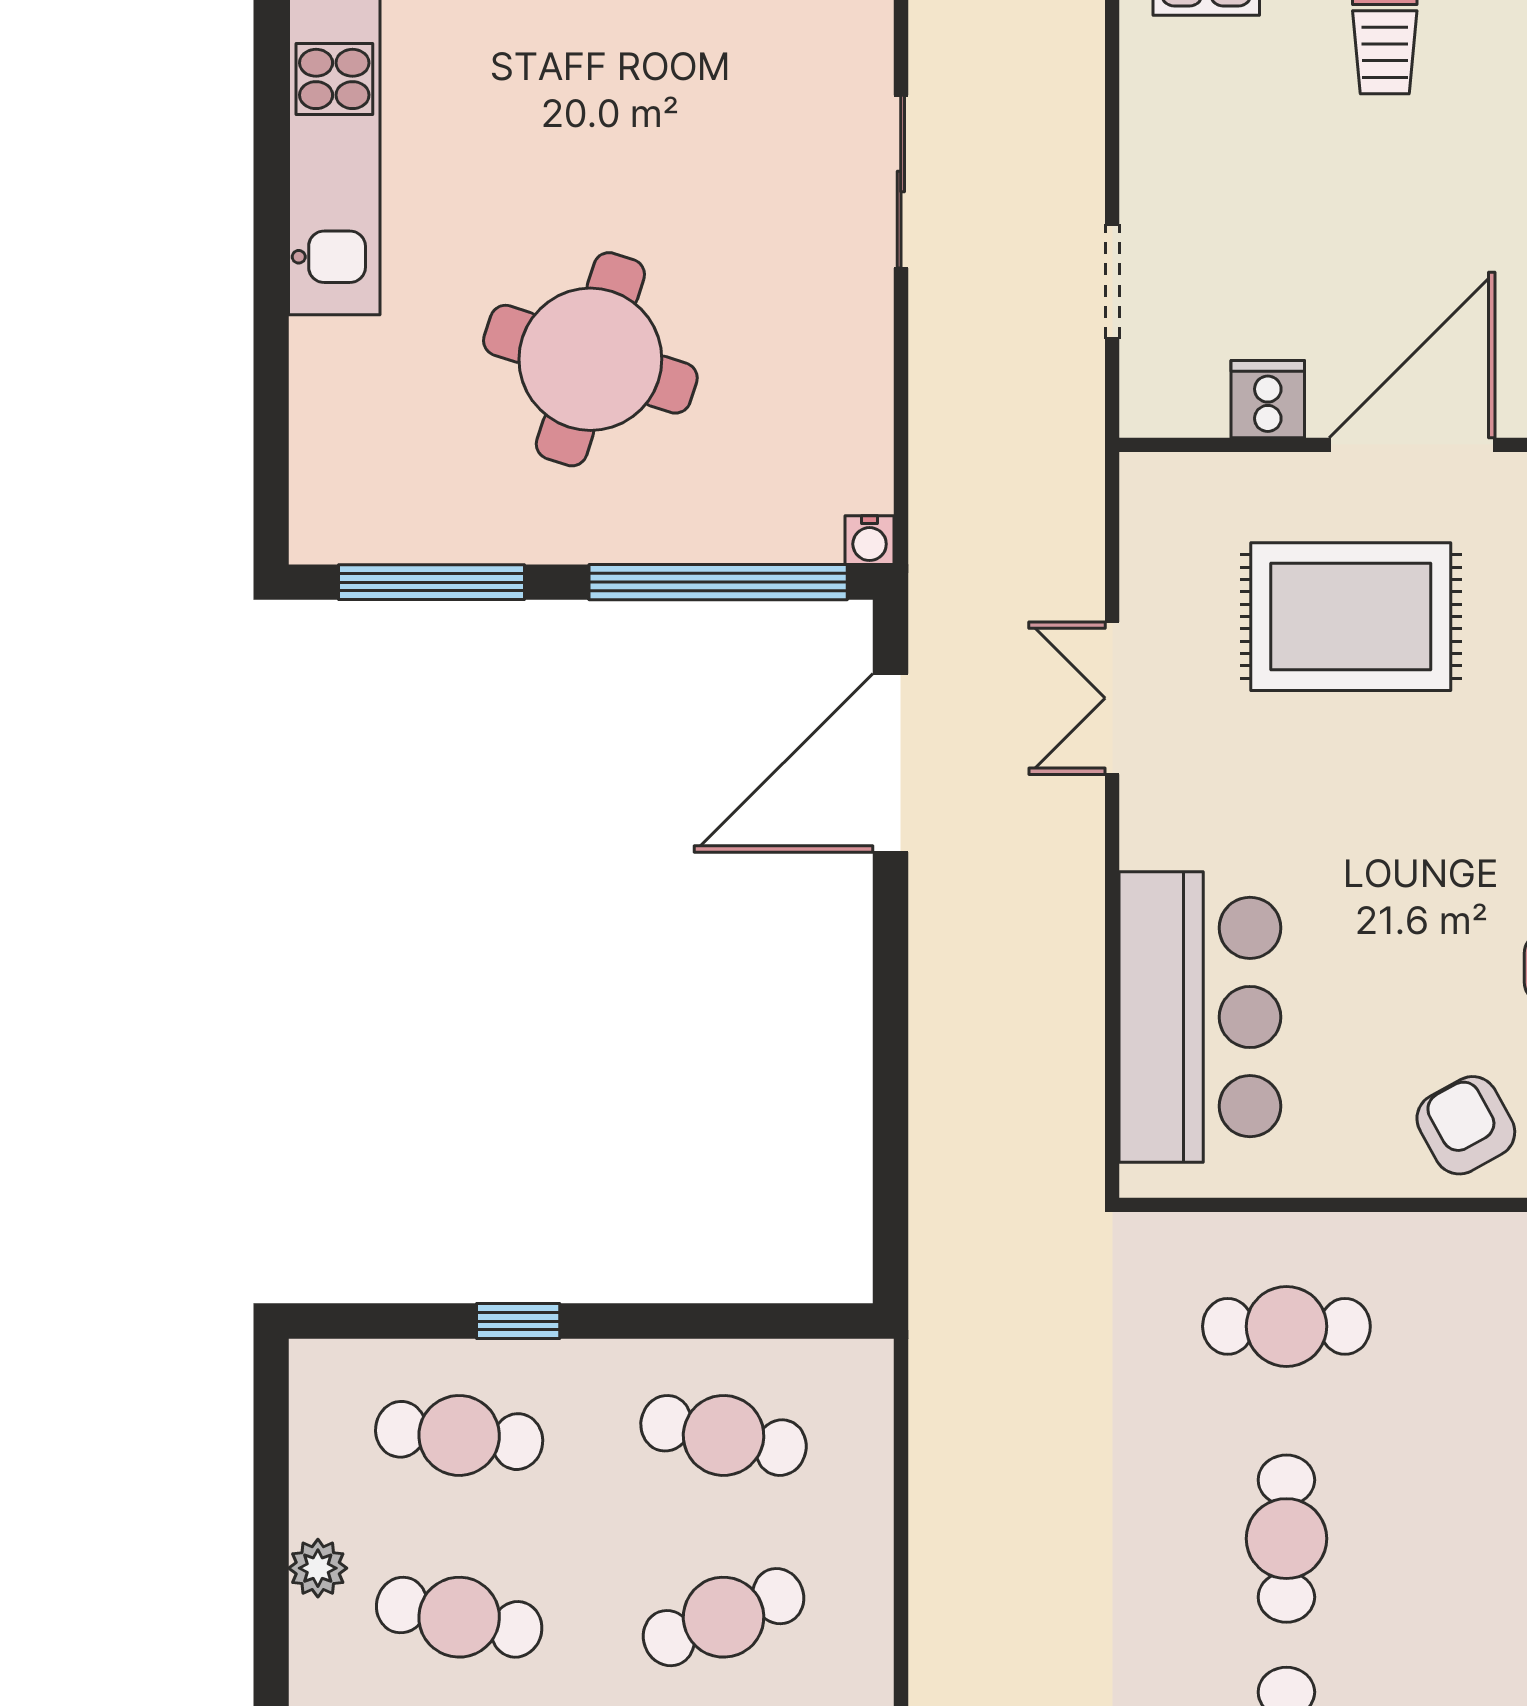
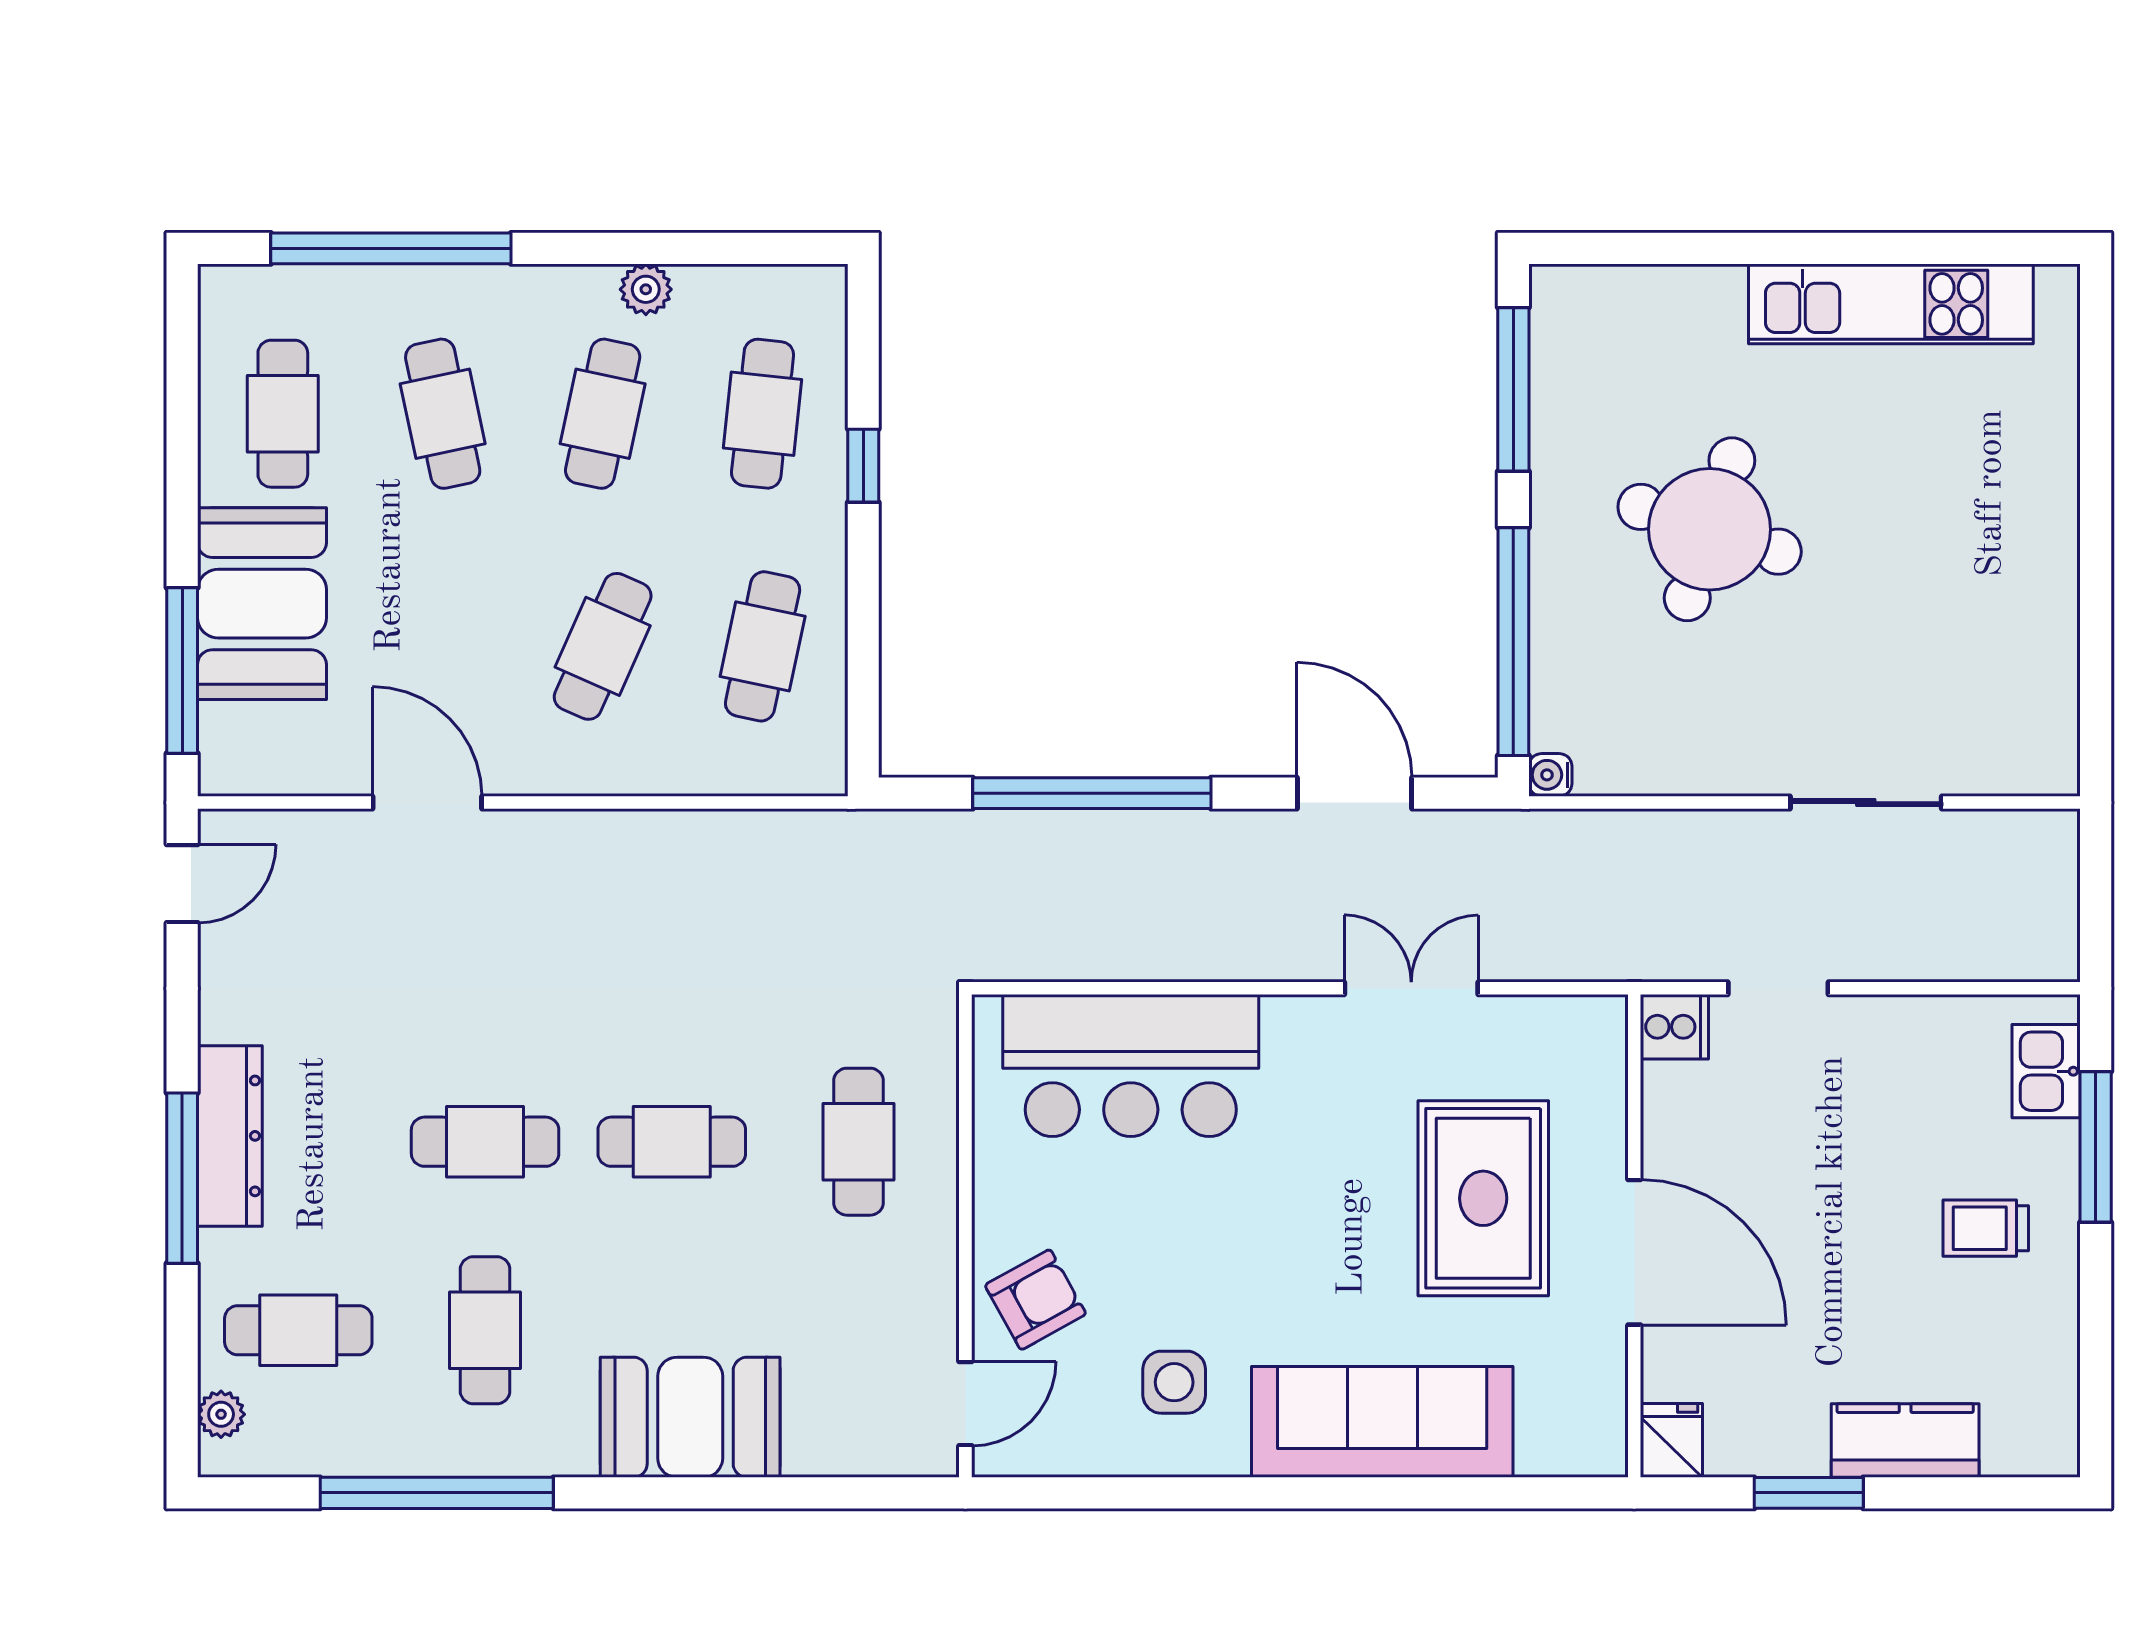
cooker: (1268, 399) -> (1674, 1027), moved
door: (890, 763) -> (1354, 793), width x0.73
window: (890, 1061) -> (1092, 793), added
cafe table: (724, 1617) -> (603, 646), turned 45

